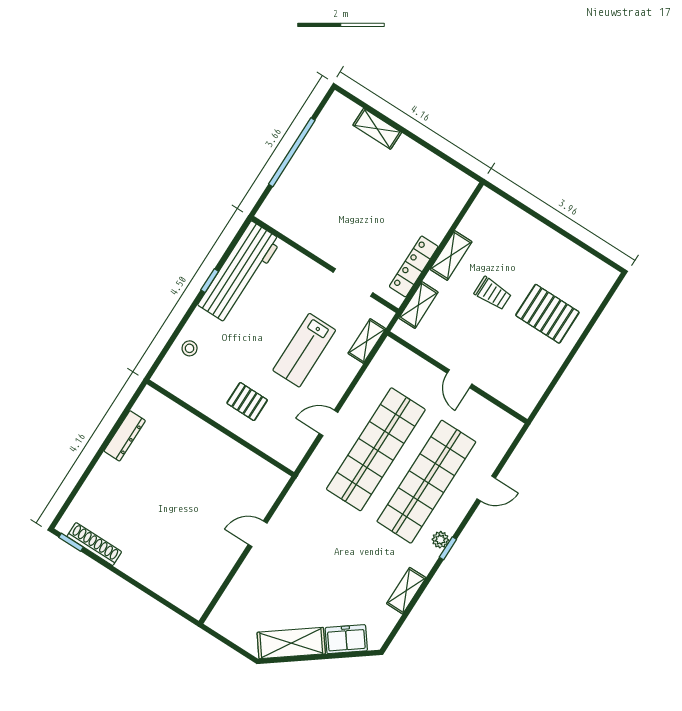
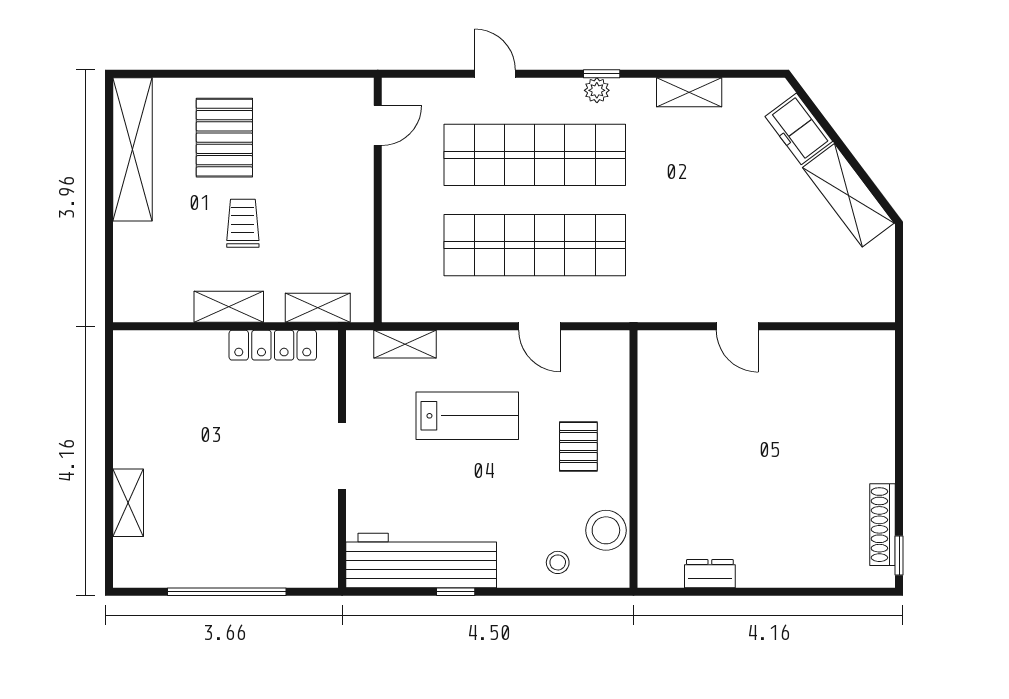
shelving: (574, 258) -> (132, 149), added
doorway: (353, 282) -> (342, 456), moved
door: (459, 379) -> (378, 125), moved
stool: (190, 387) -> (606, 530), added
dresser: (125, 436) -> (710, 574), width x0.70

